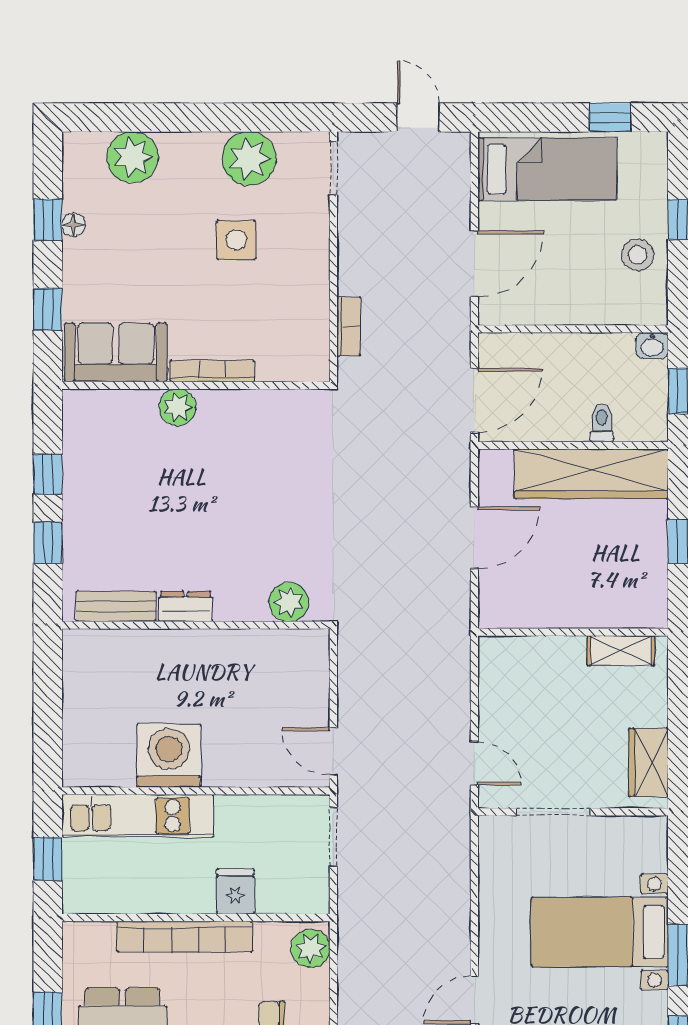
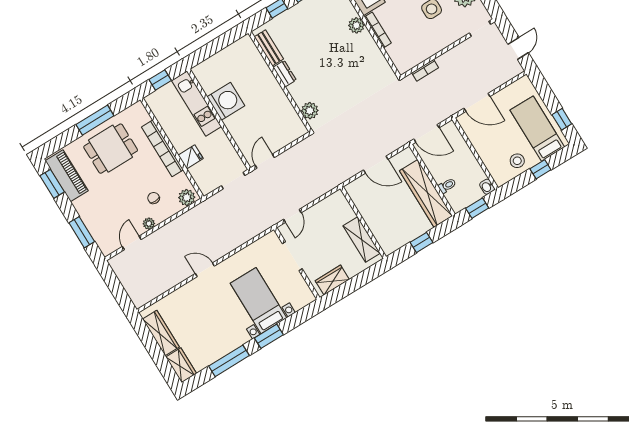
bed: (547, 169) -> (537, 129), moved, turned 180
shelving: (621, 651) -> (362, 240), width x1.50, depth x1.33

